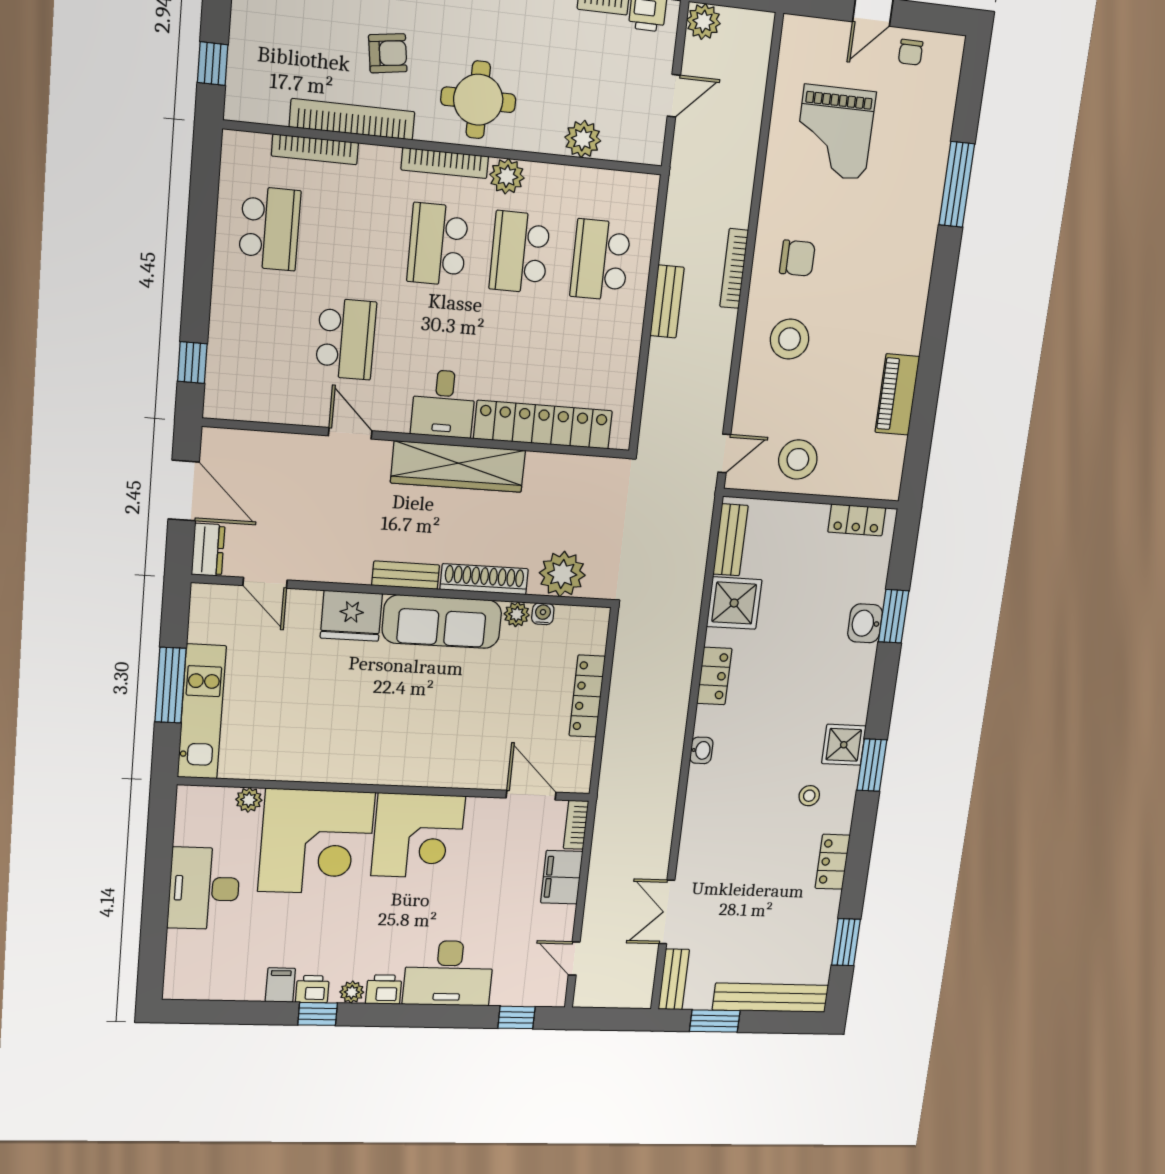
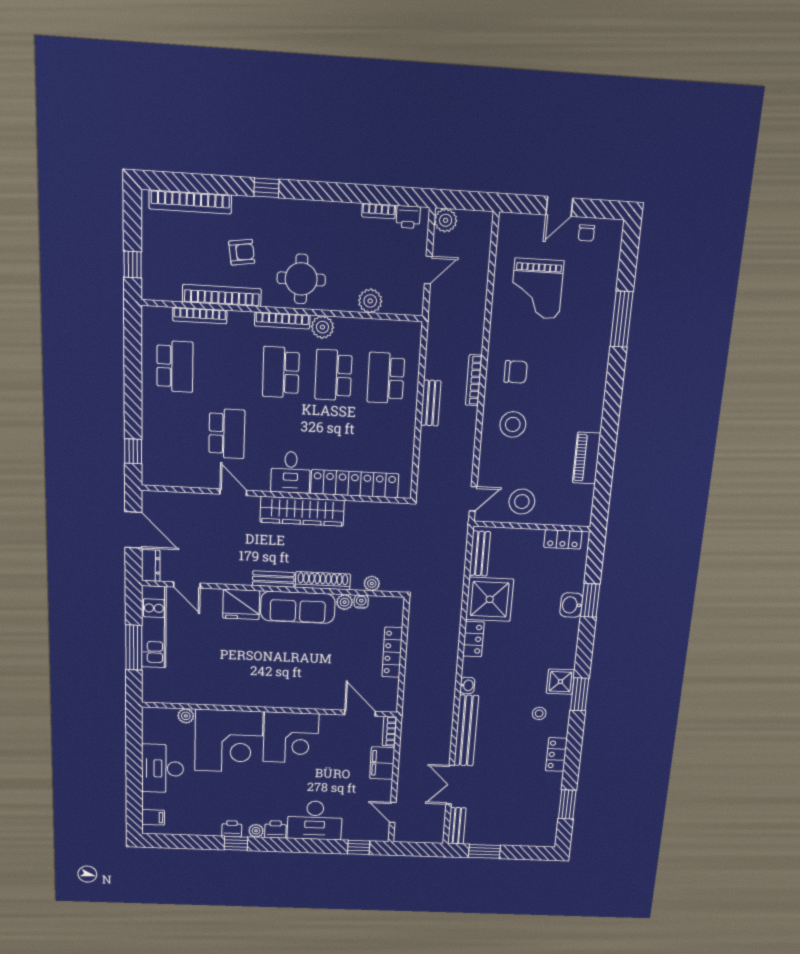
plant: (562, 574) -> (372, 583), width x0.53, depth x0.53
shower: (734, 603) -> (490, 599), width x1.37, depth x1.37
kitchen unit: (202, 712) -> (154, 627), moved
filing cabinet: (280, 985) -> (153, 817), moved, turned 90
bench: (771, 998) -> (466, 731), moved, turned 90

